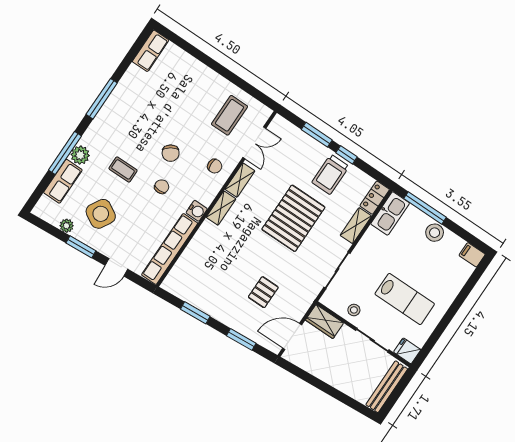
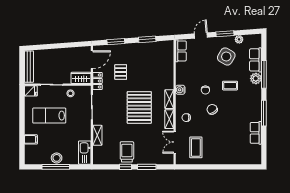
row of seats: (151, 51) -> (256, 133), moved
locker: (375, 198) -> (98, 81), moved
window: (425, 208) -> (56, 167), moved
pallet: (293, 218) -> (139, 107), moved
row of seats: (170, 249) -> (181, 51), width x0.50
filing cabinet: (472, 255) -> (31, 139), moved

